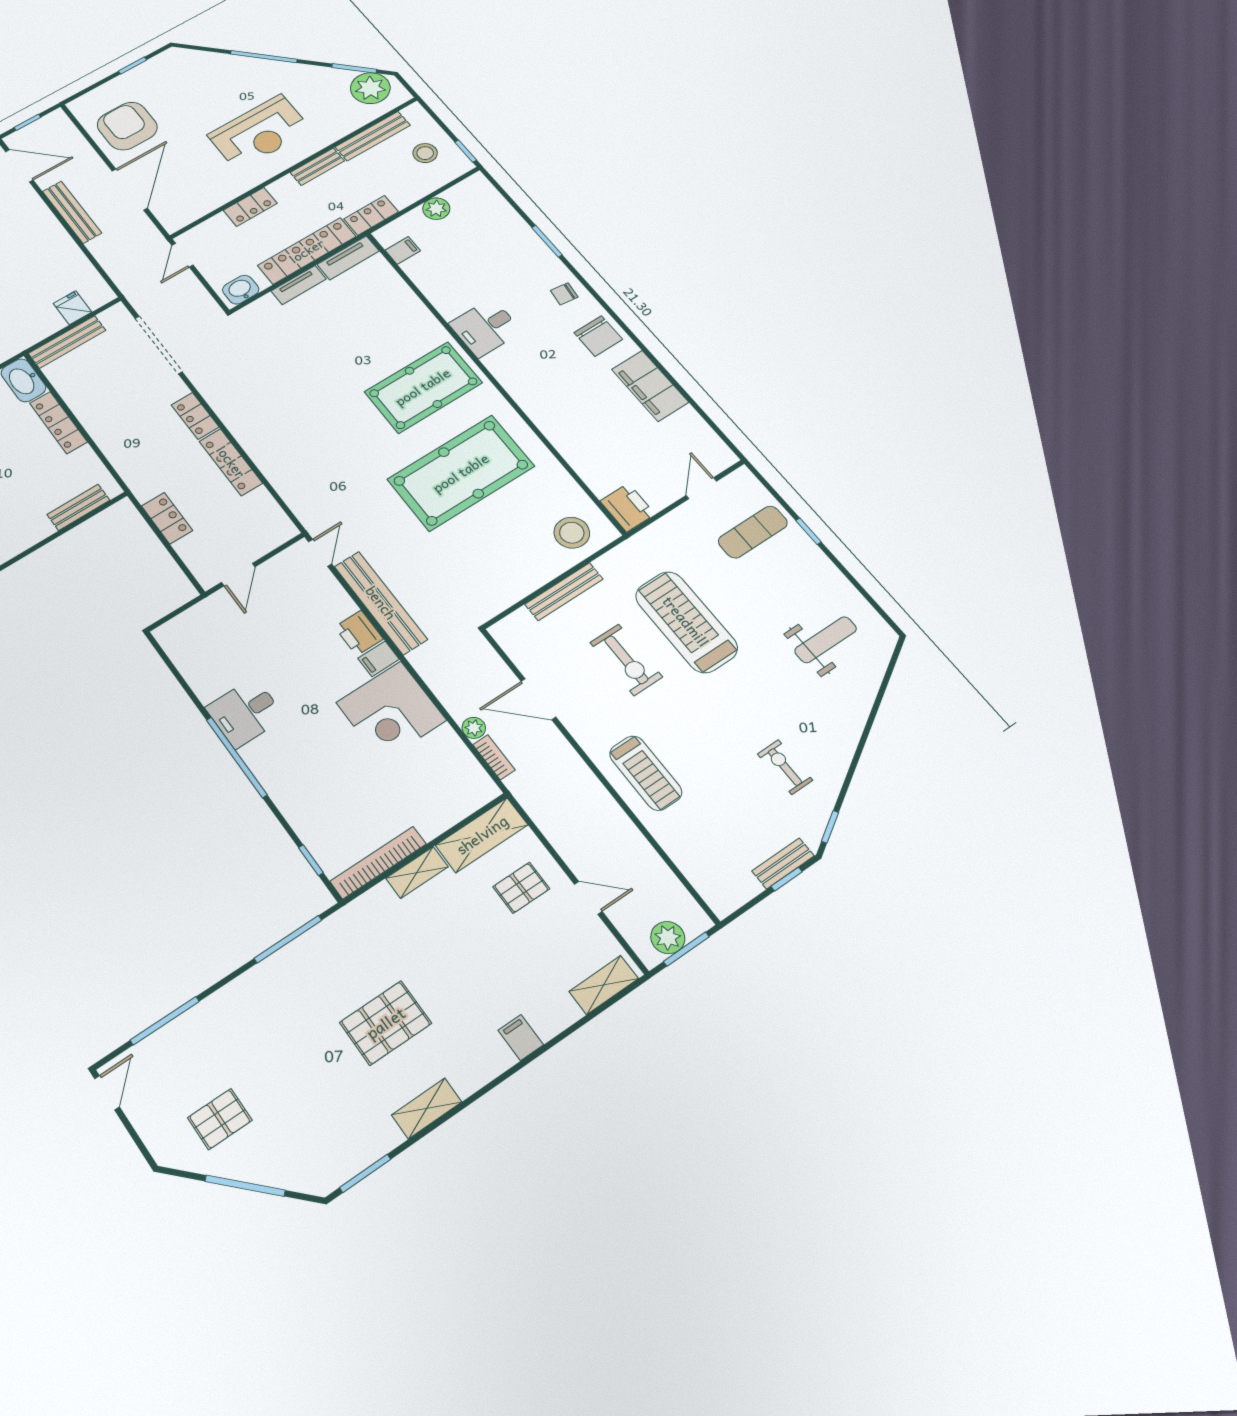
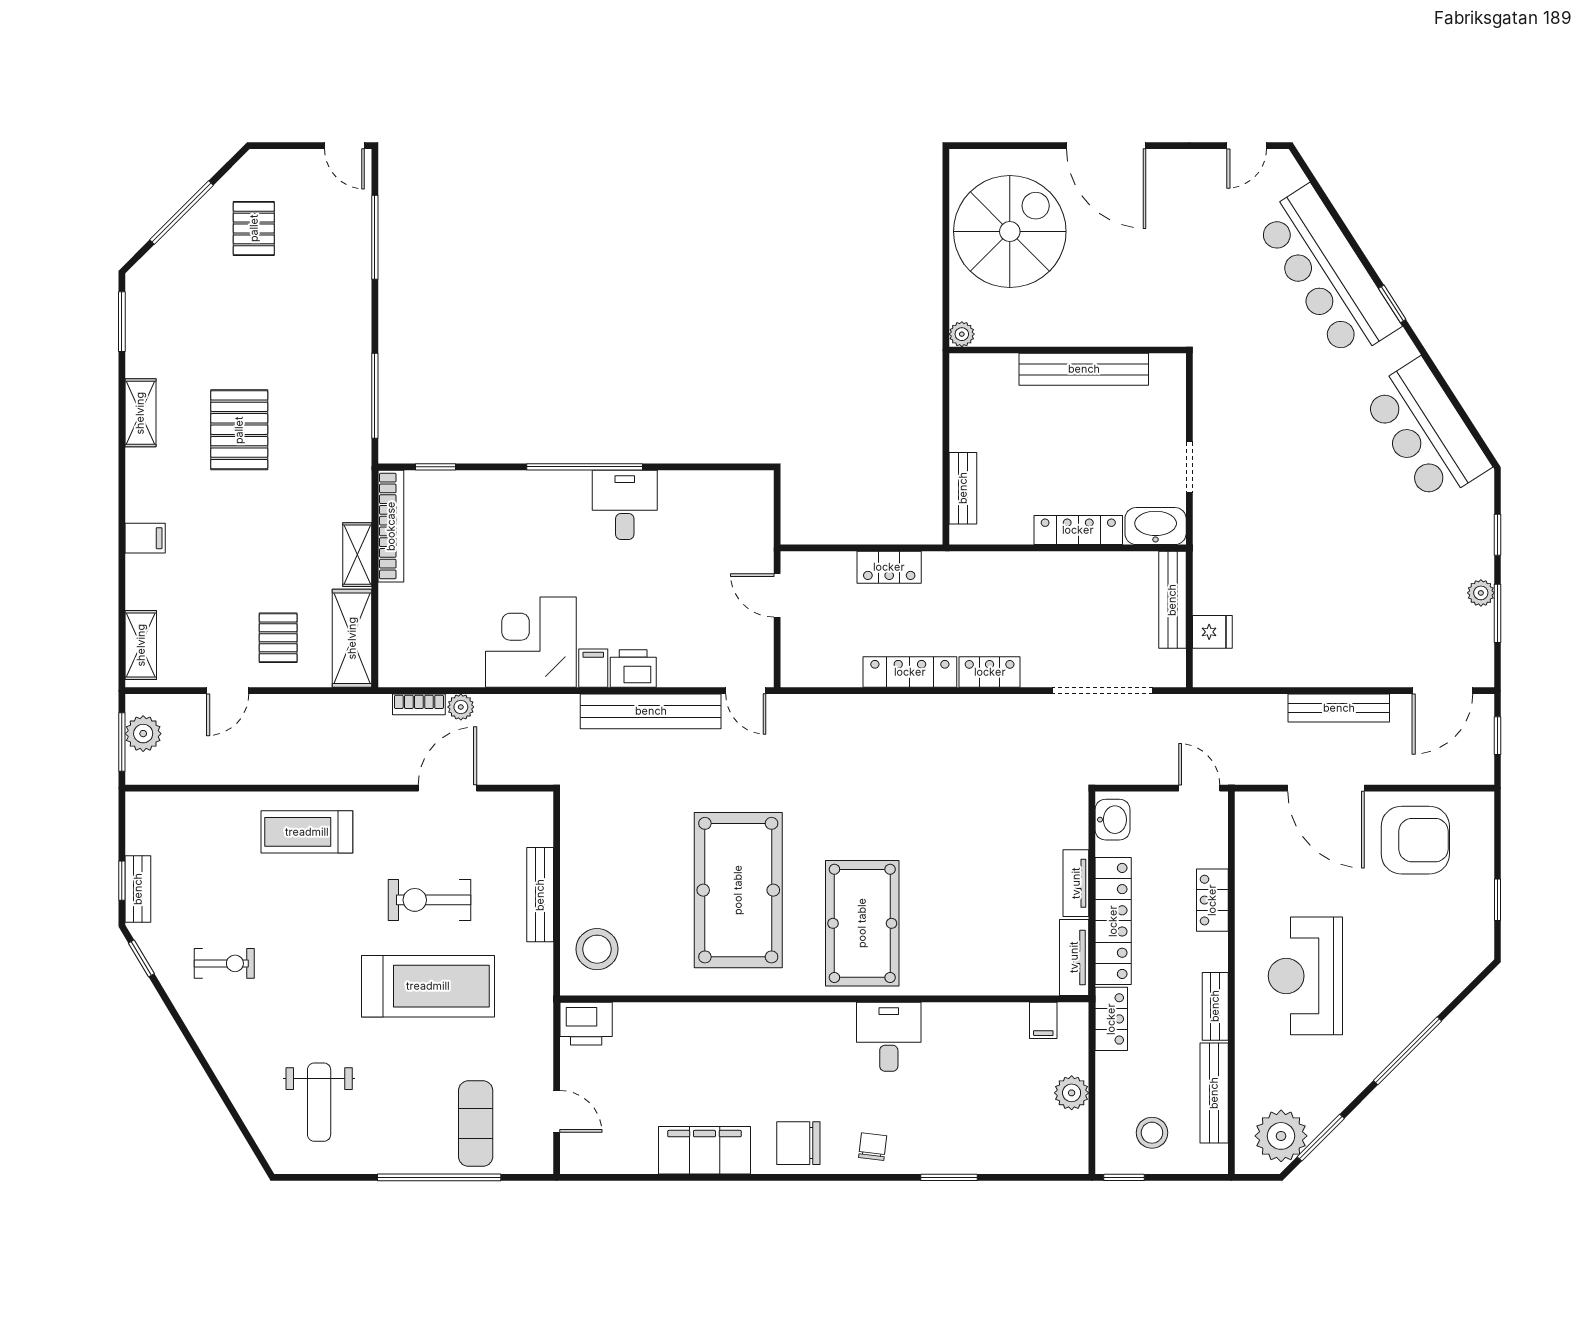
window: (808, 531) -> (439, 1177), width x3.17

